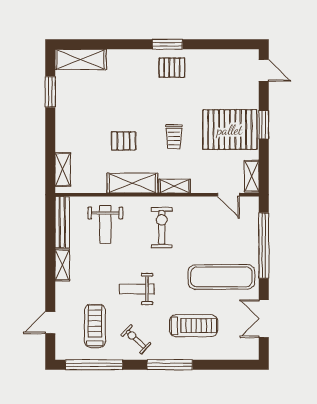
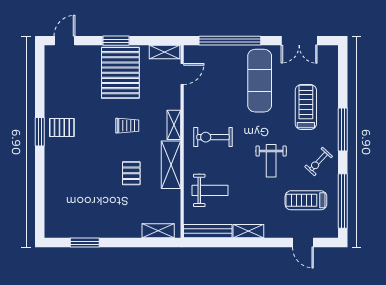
shelving: (81, 59) -> (54, 214), removed
pallet: (172, 68) -> (62, 128), turned 90

